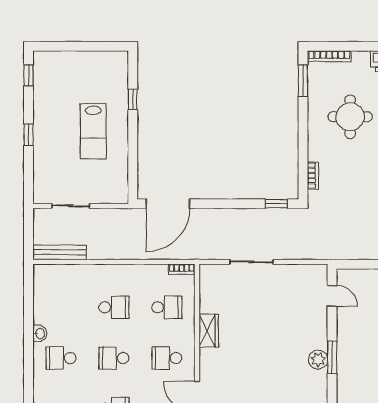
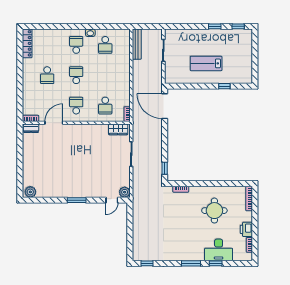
window: (303, 81) -> (235, 184), removed
window: (29, 135) -> (215, 26), moved
school desk: (114, 307) -> (105, 45), moved
wardrobe: (209, 331) -> (118, 129), moved
plant: (318, 360) -> (125, 192), moved

